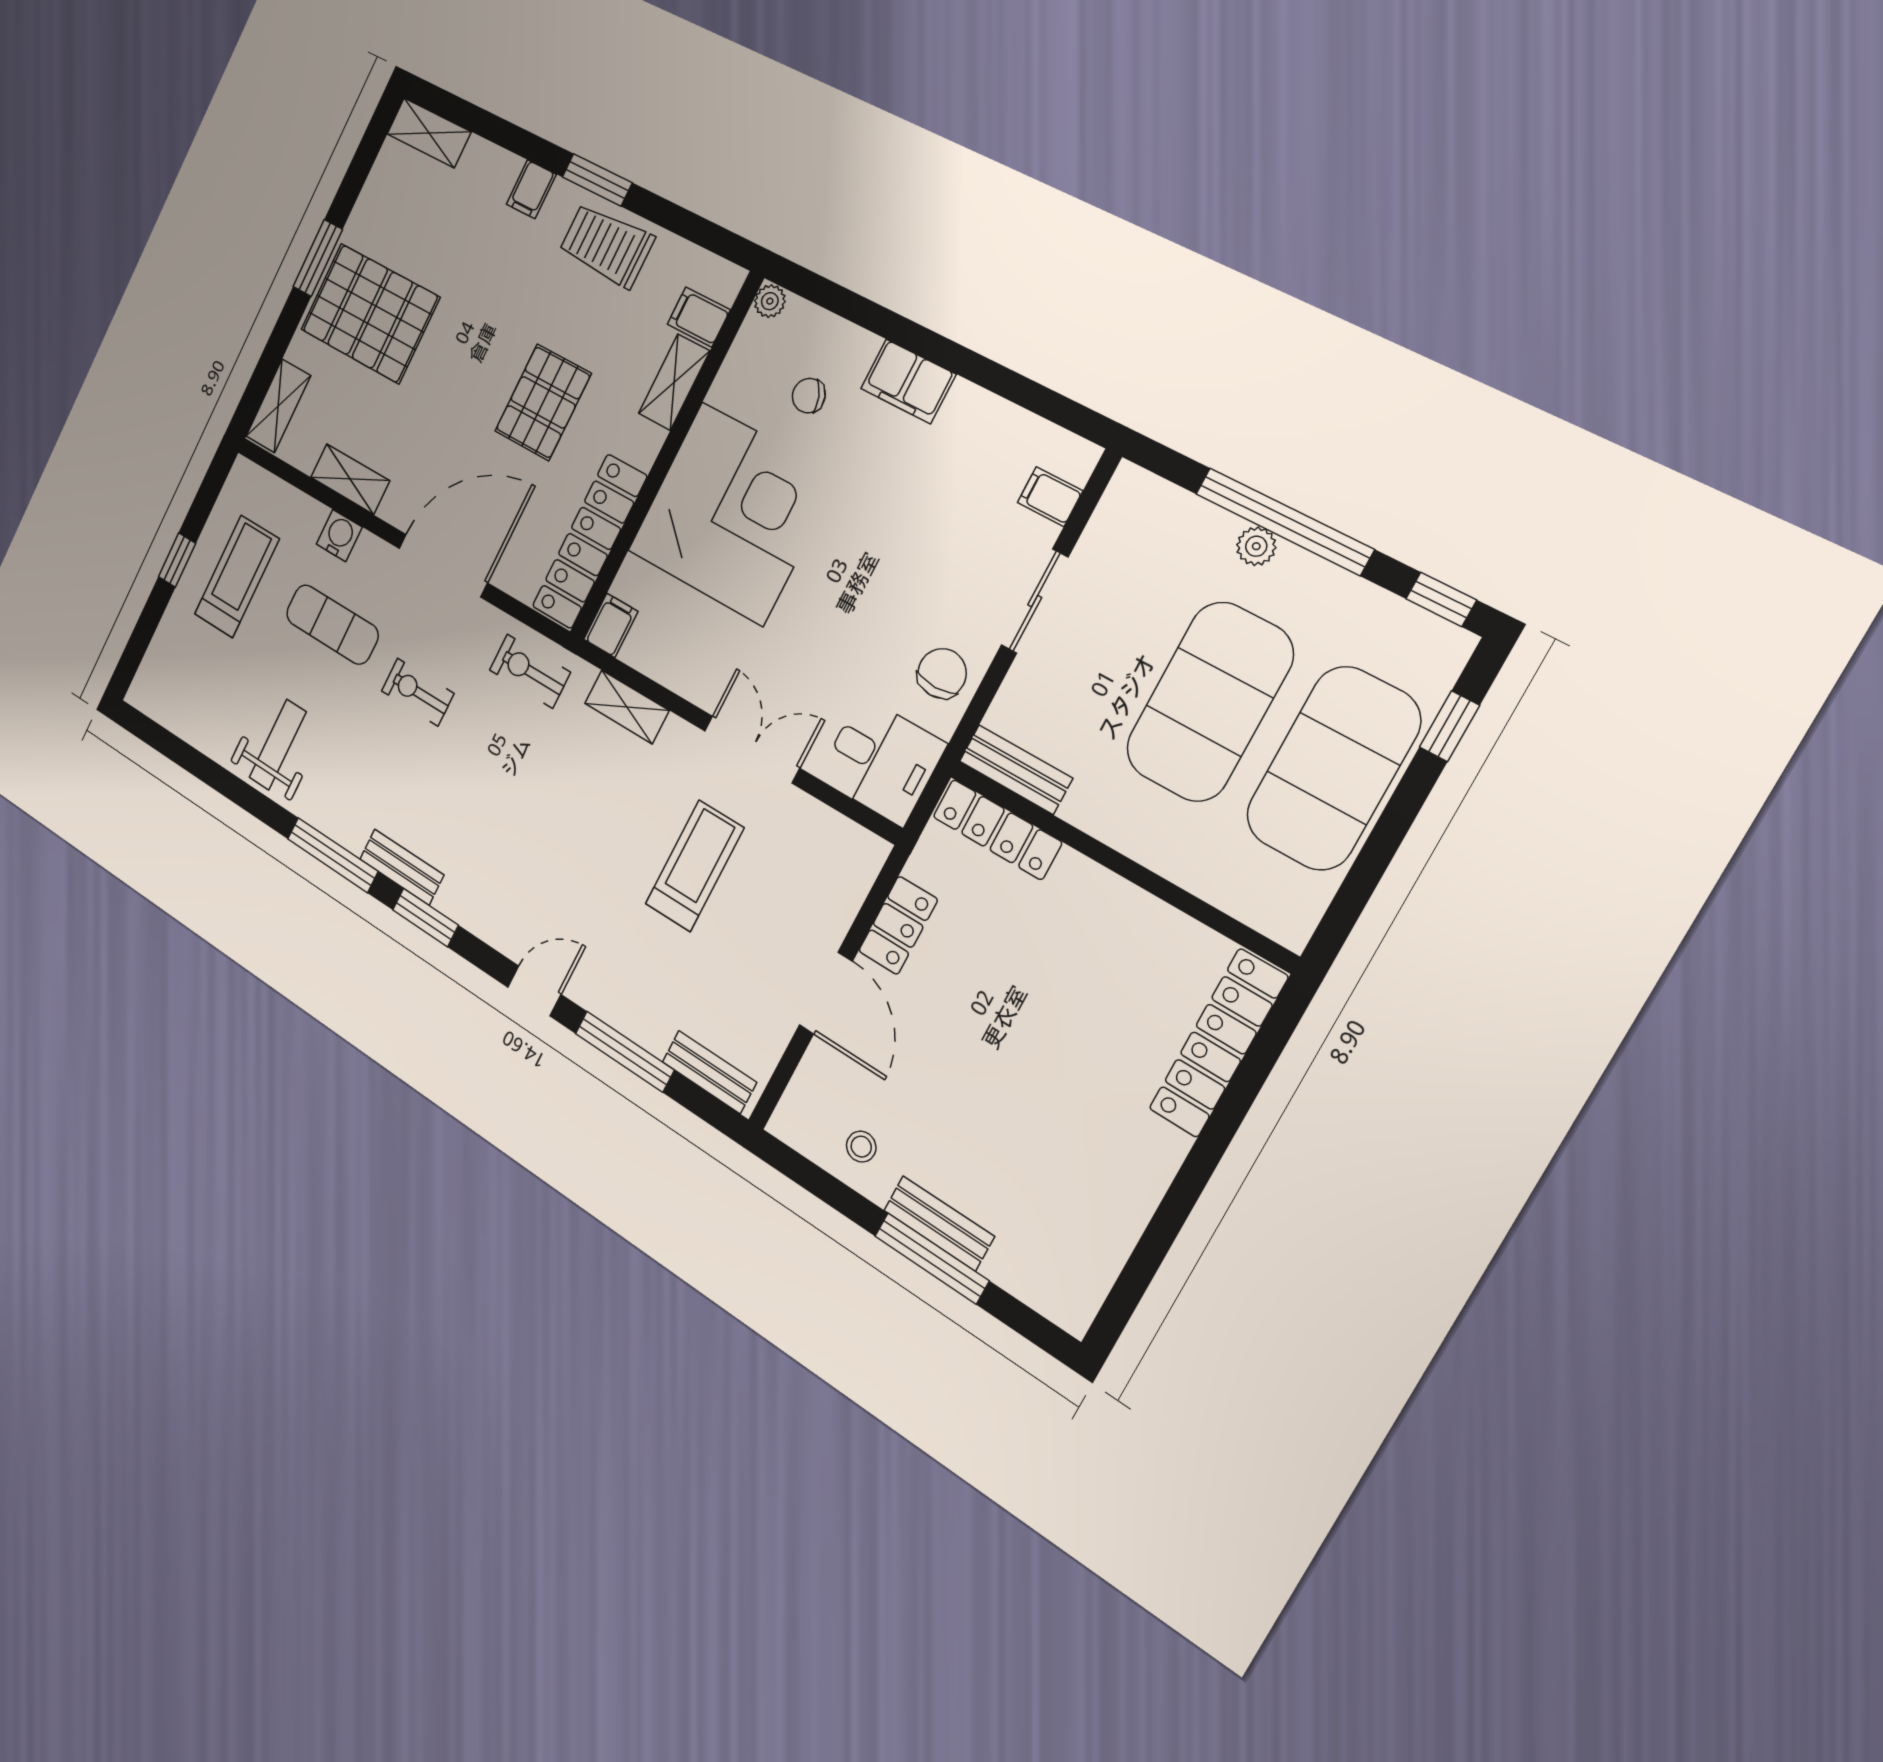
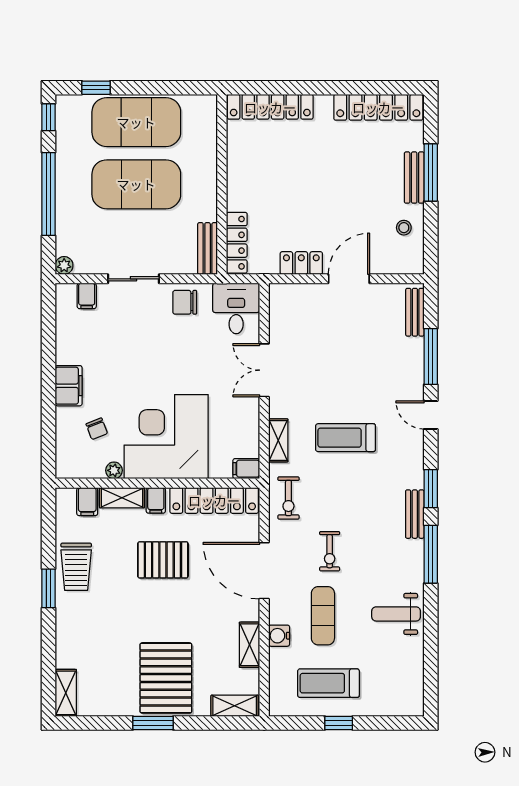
filing cabinet: (531, 189) -> (156, 500), moved, turned 90
plant: (770, 301) -> (114, 470), moved
plant: (1256, 546) -> (64, 265), moved
treadmill: (695, 866) -> (346, 438), moved
locker: (1104, 1243) -> (378, 107), added

